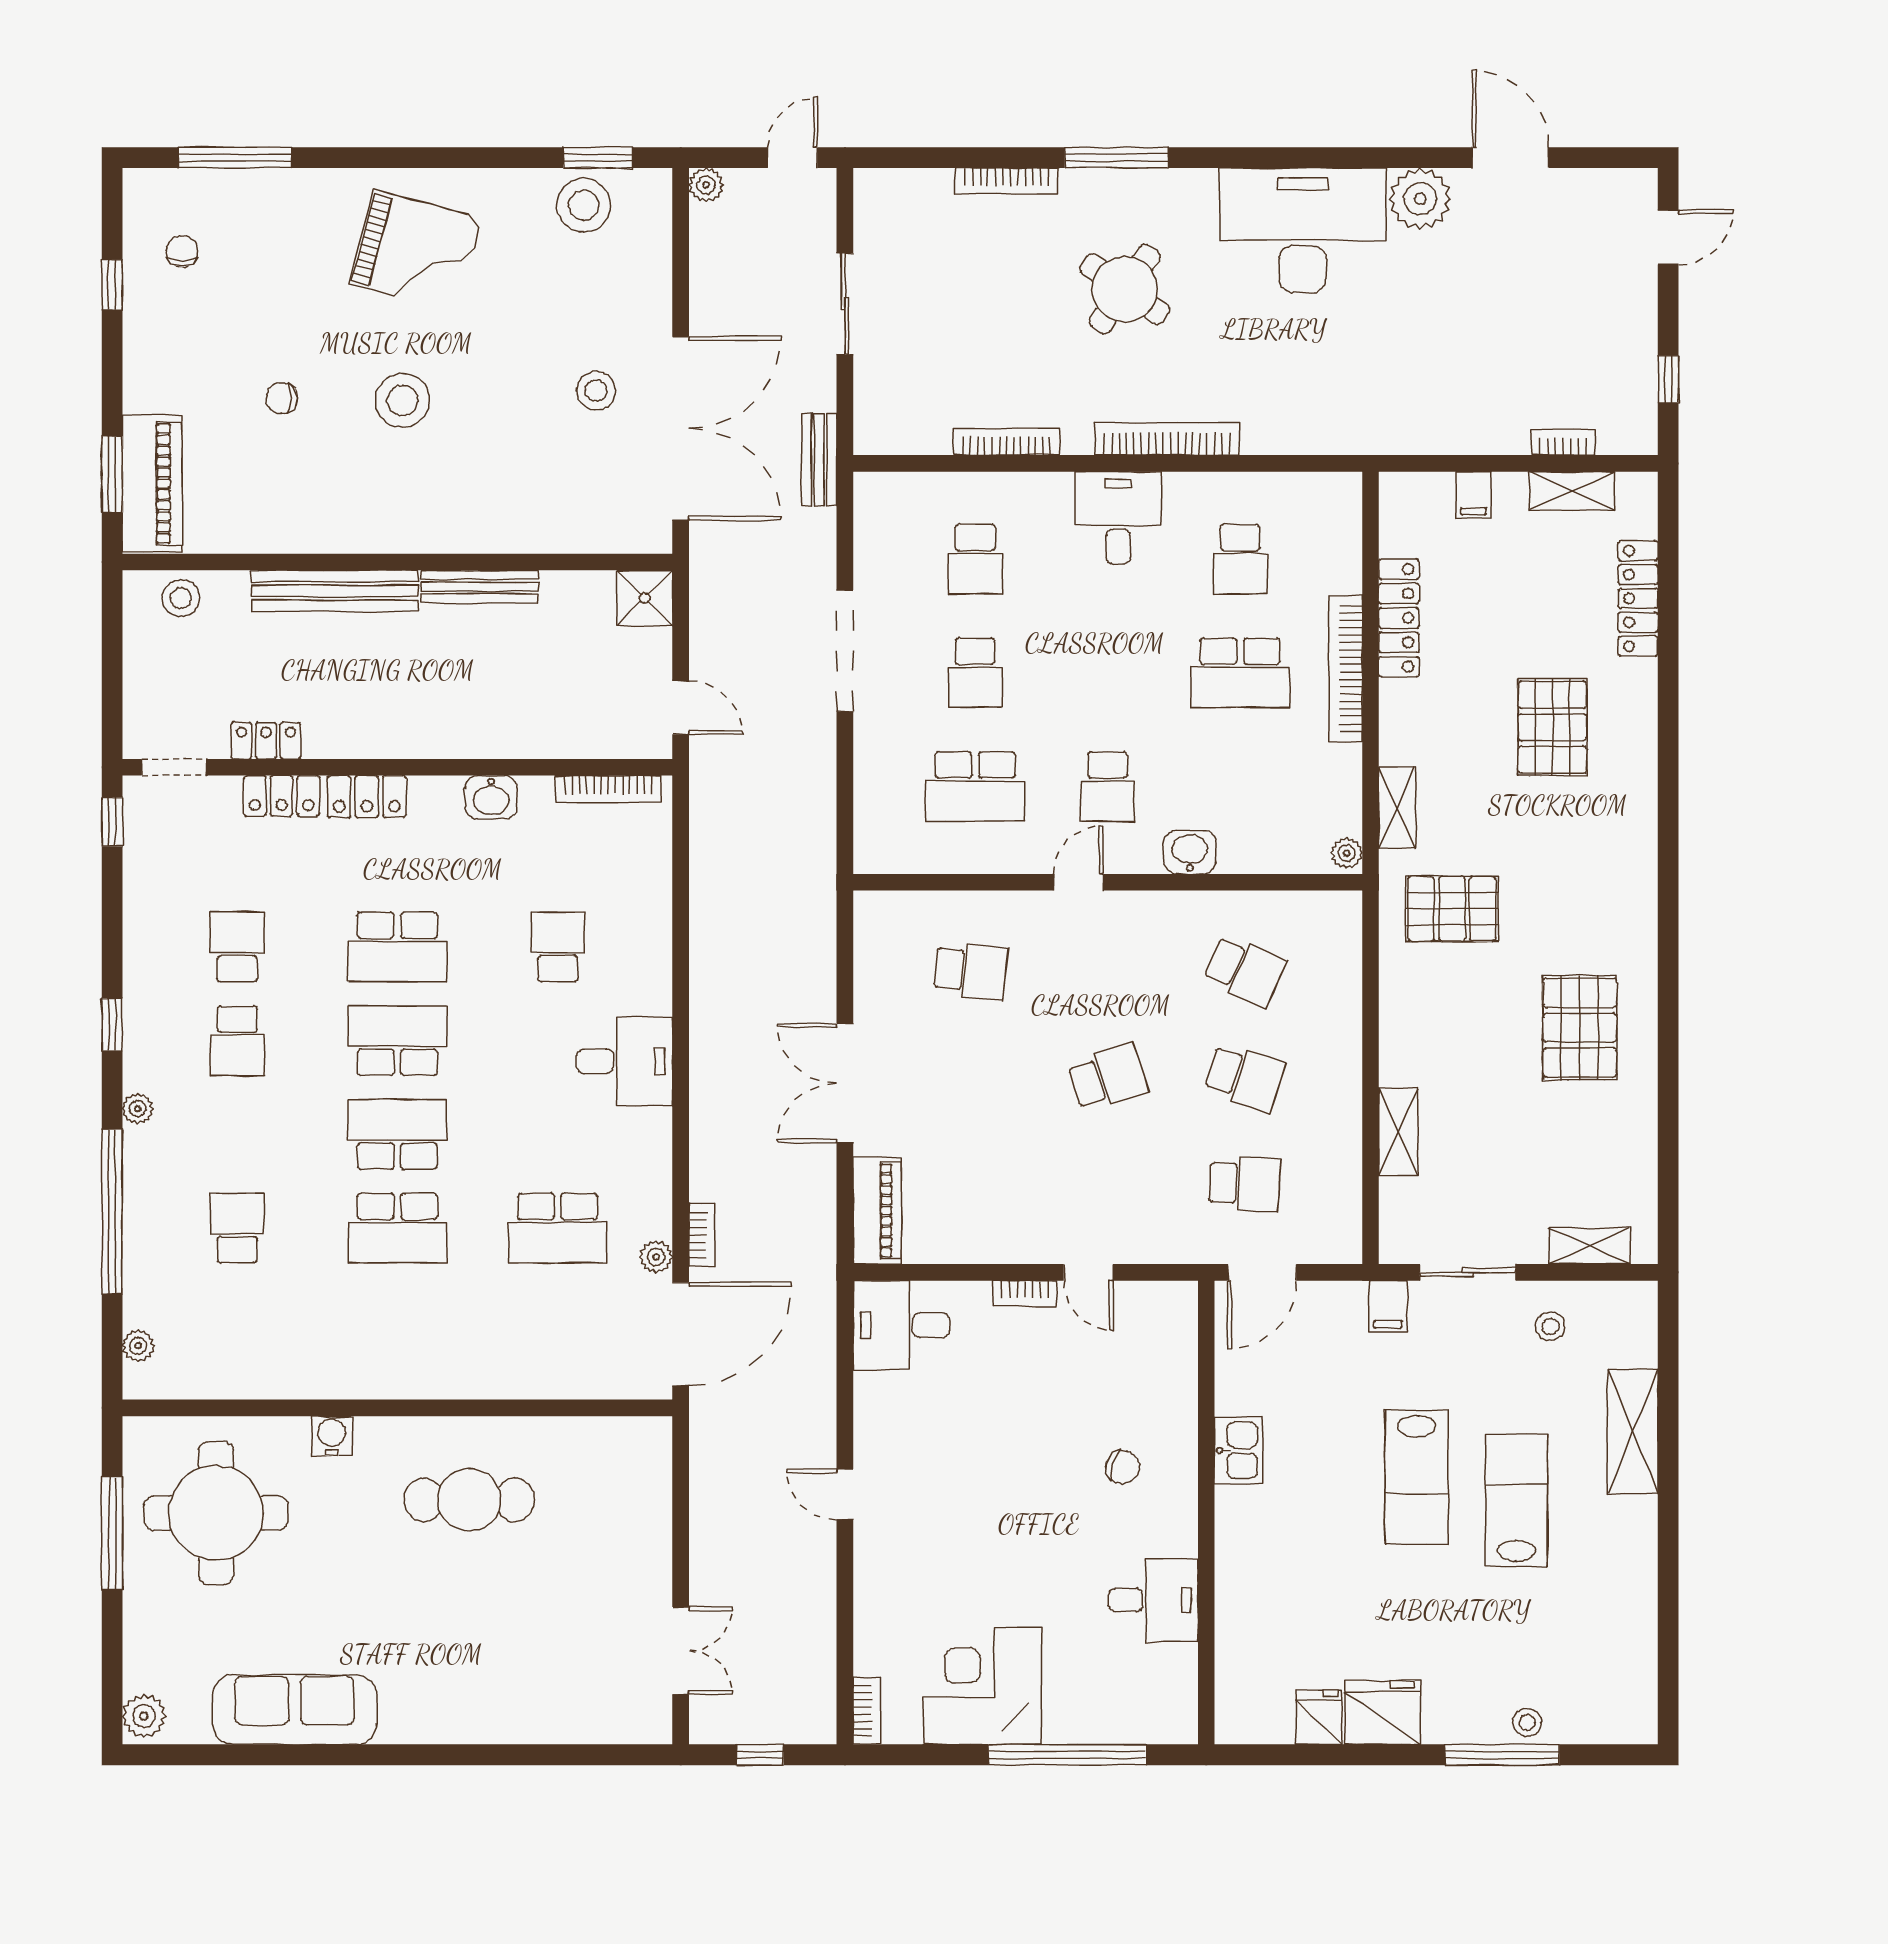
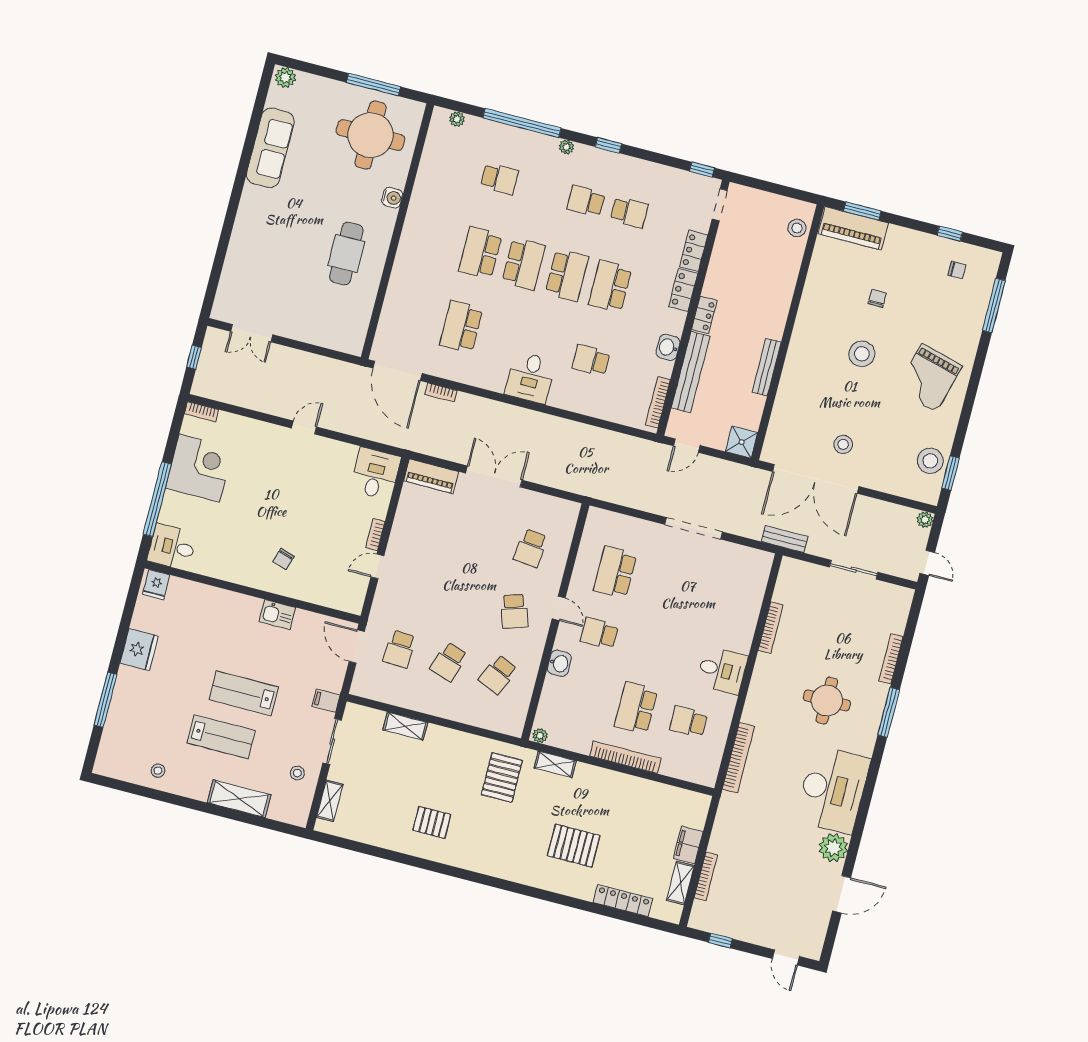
round table: (1125, 289) -> (827, 701), turned -35
bookcase: (1167, 439) -> (738, 758), moved
bookcase: (1563, 442) -> (706, 876), width x1.56
filing cabinet: (1474, 495) -> (688, 845), width x2.00
school desk: (975, 559) -> (720, 599), removed
bench: (335, 591) -> (691, 372), moved
locker: (1399, 618) -> (642, 788), removed
school desk: (975, 673) -> (668, 586), removed
locker: (266, 741) -> (704, 315), moved
school desk: (558, 947) -> (591, 360), turned 180
pallet: (1580, 1028) -> (432, 822), width x0.67, depth x0.71
school desk: (1108, 1077) -> (514, 611), moved
plant: (656, 1257) -> (436, 369), removed
desk: (1153, 1600) -> (172, 547), moved, turned 90
fridge: (1319, 1717) -> (156, 585), moved, turned 90
stool: (1527, 1722) -> (158, 771), moved

